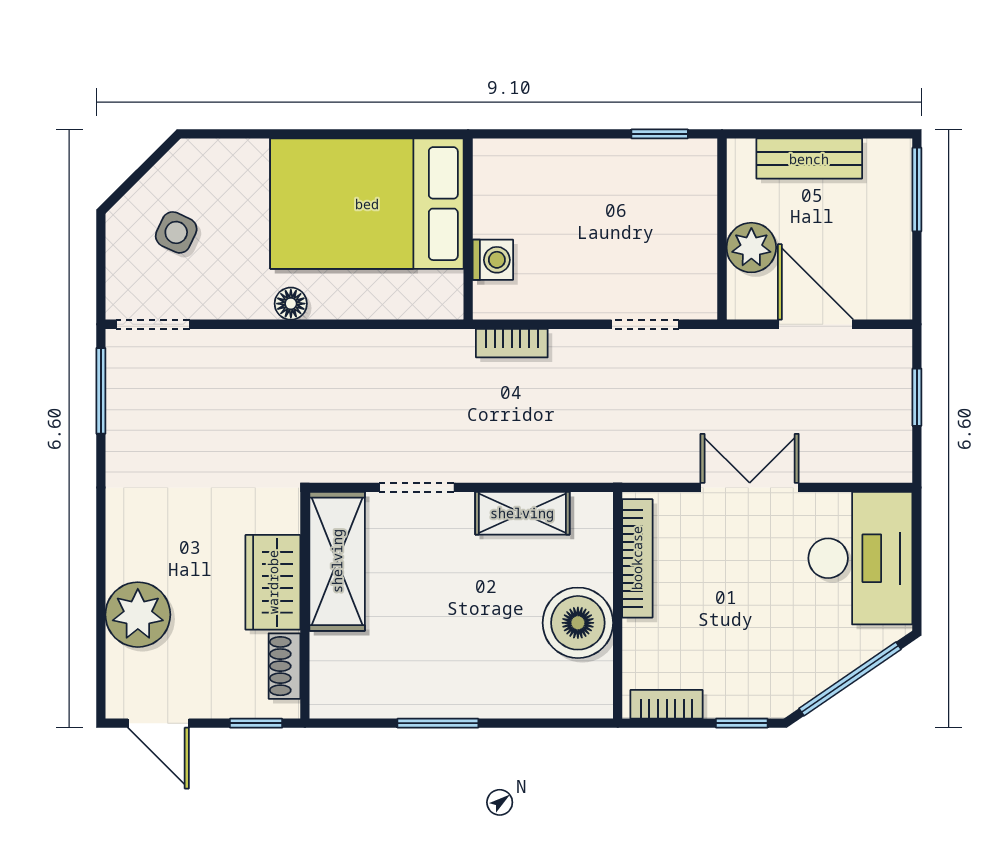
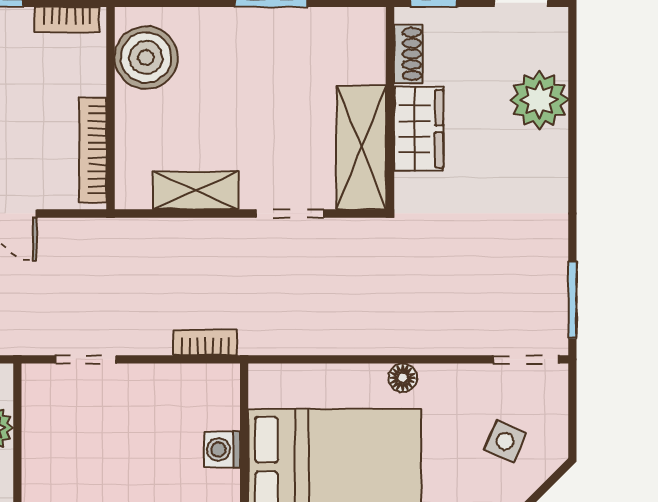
washing machine: (493, 260) -> (222, 450), moved
boiler: (578, 623) -> (146, 58), moved

